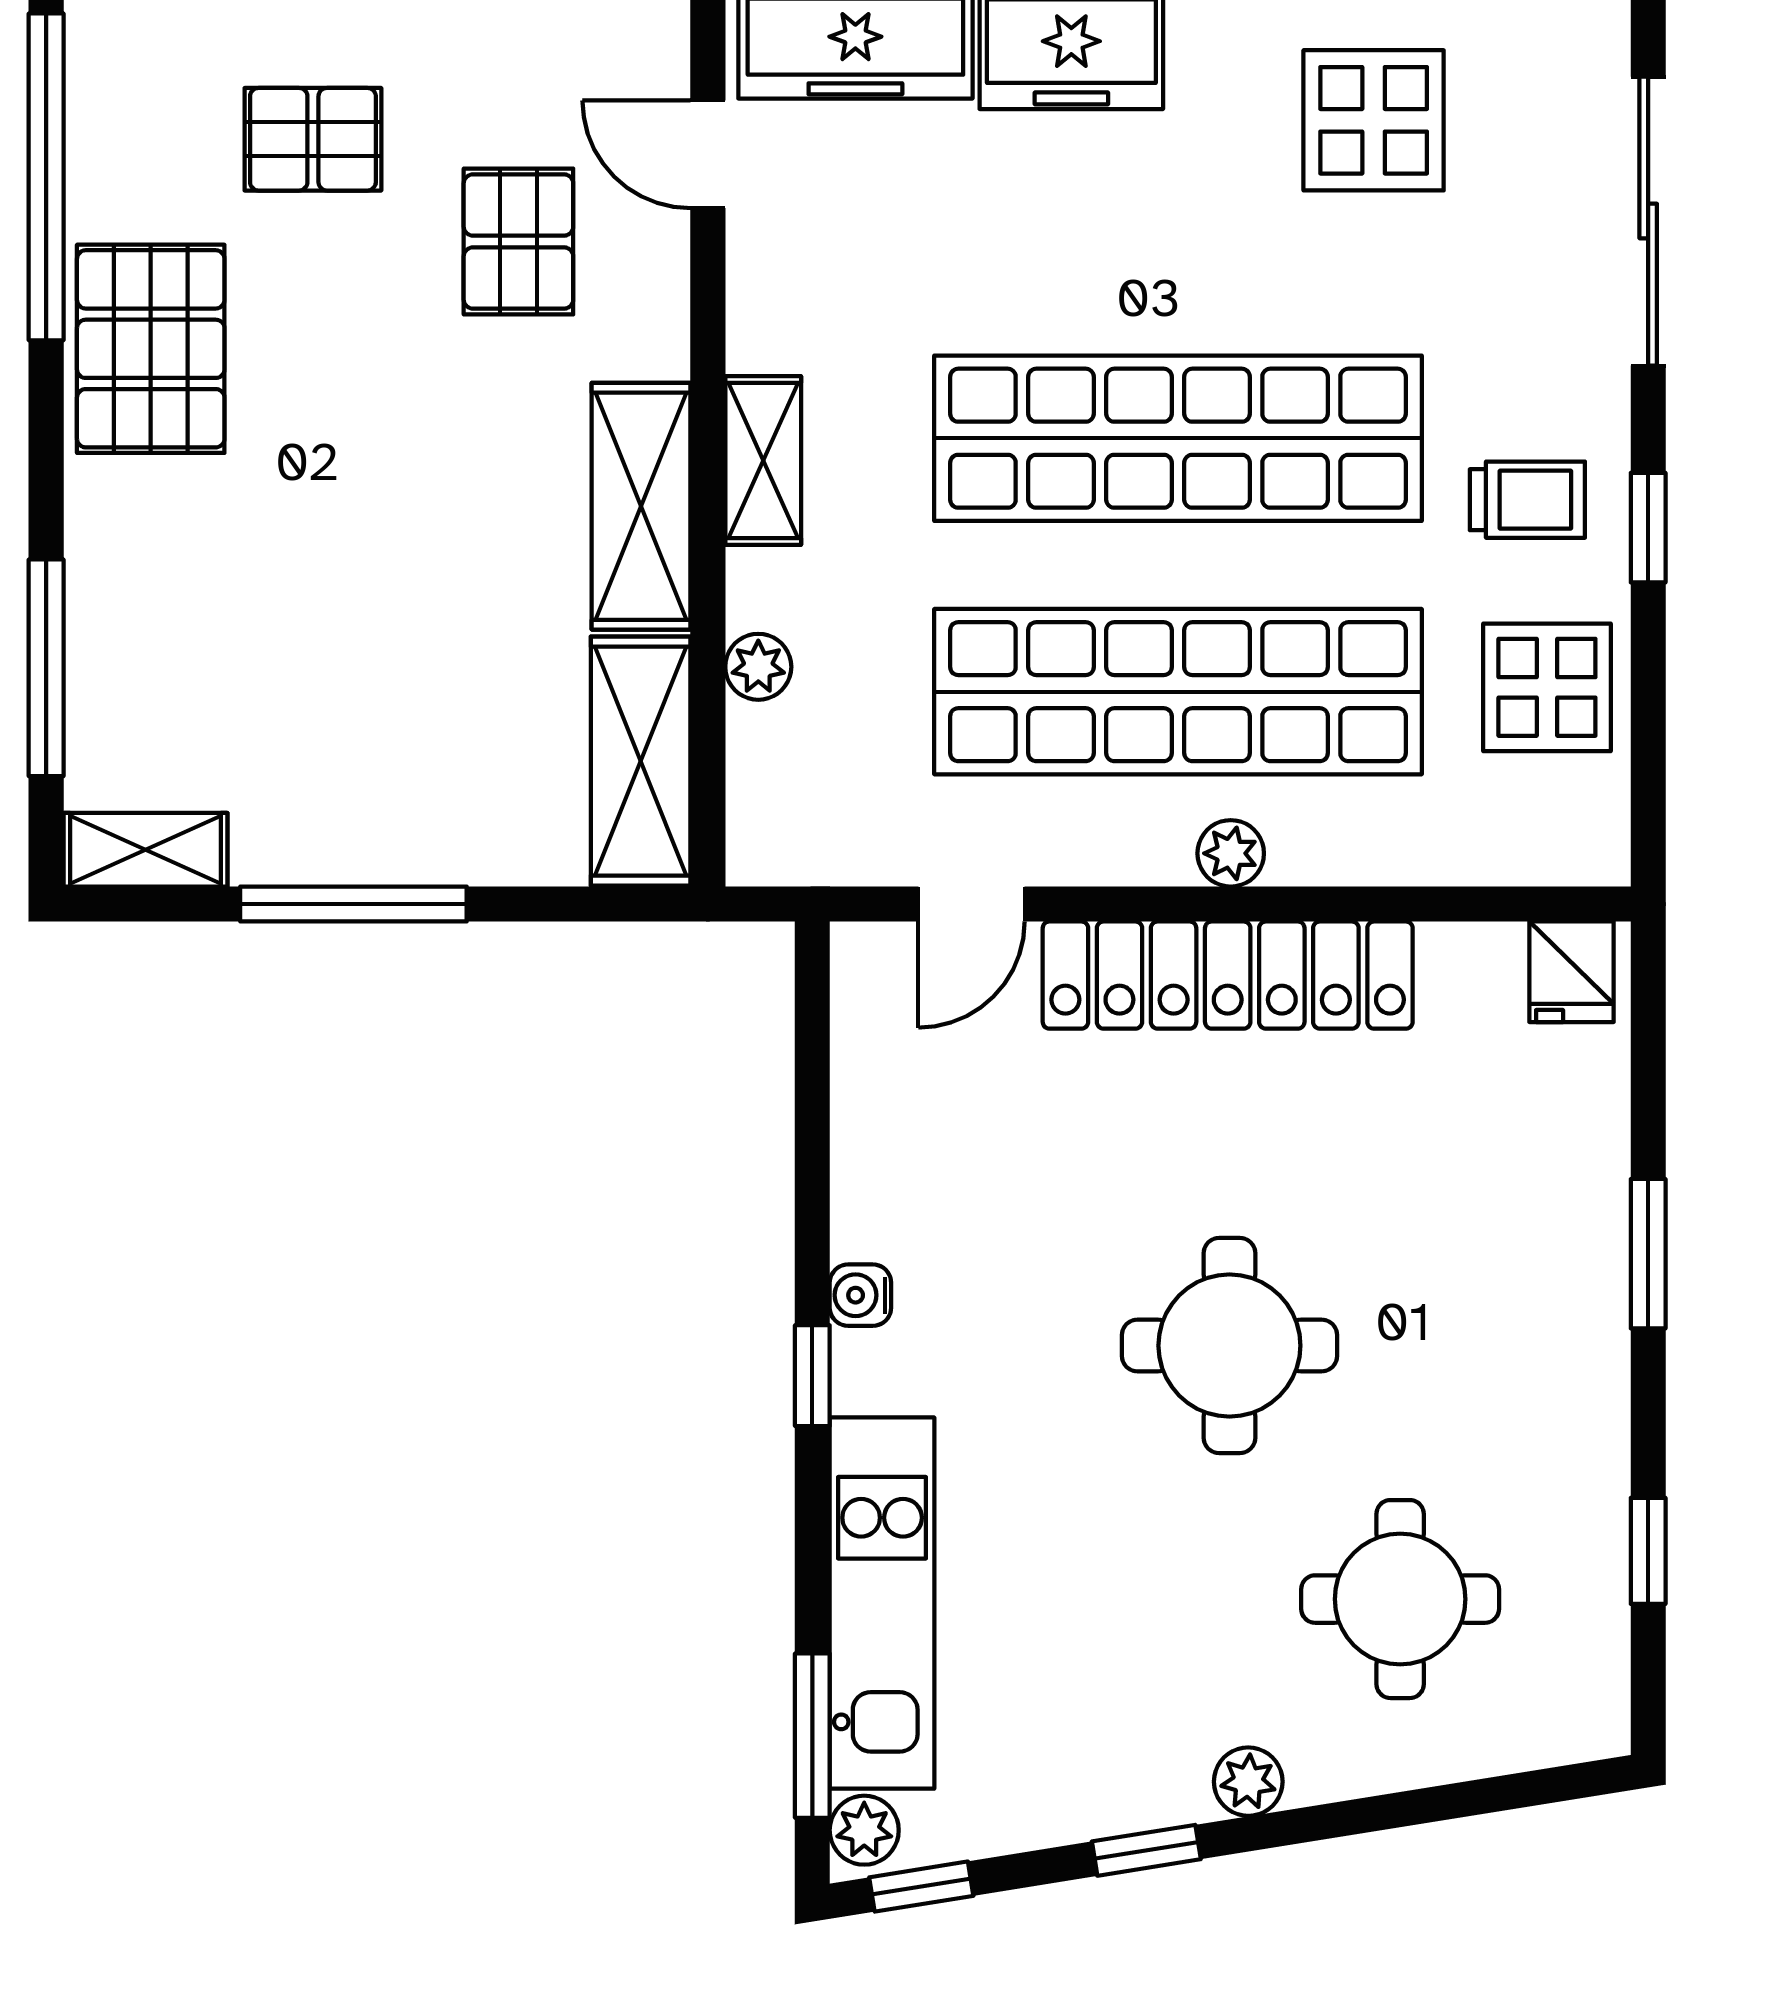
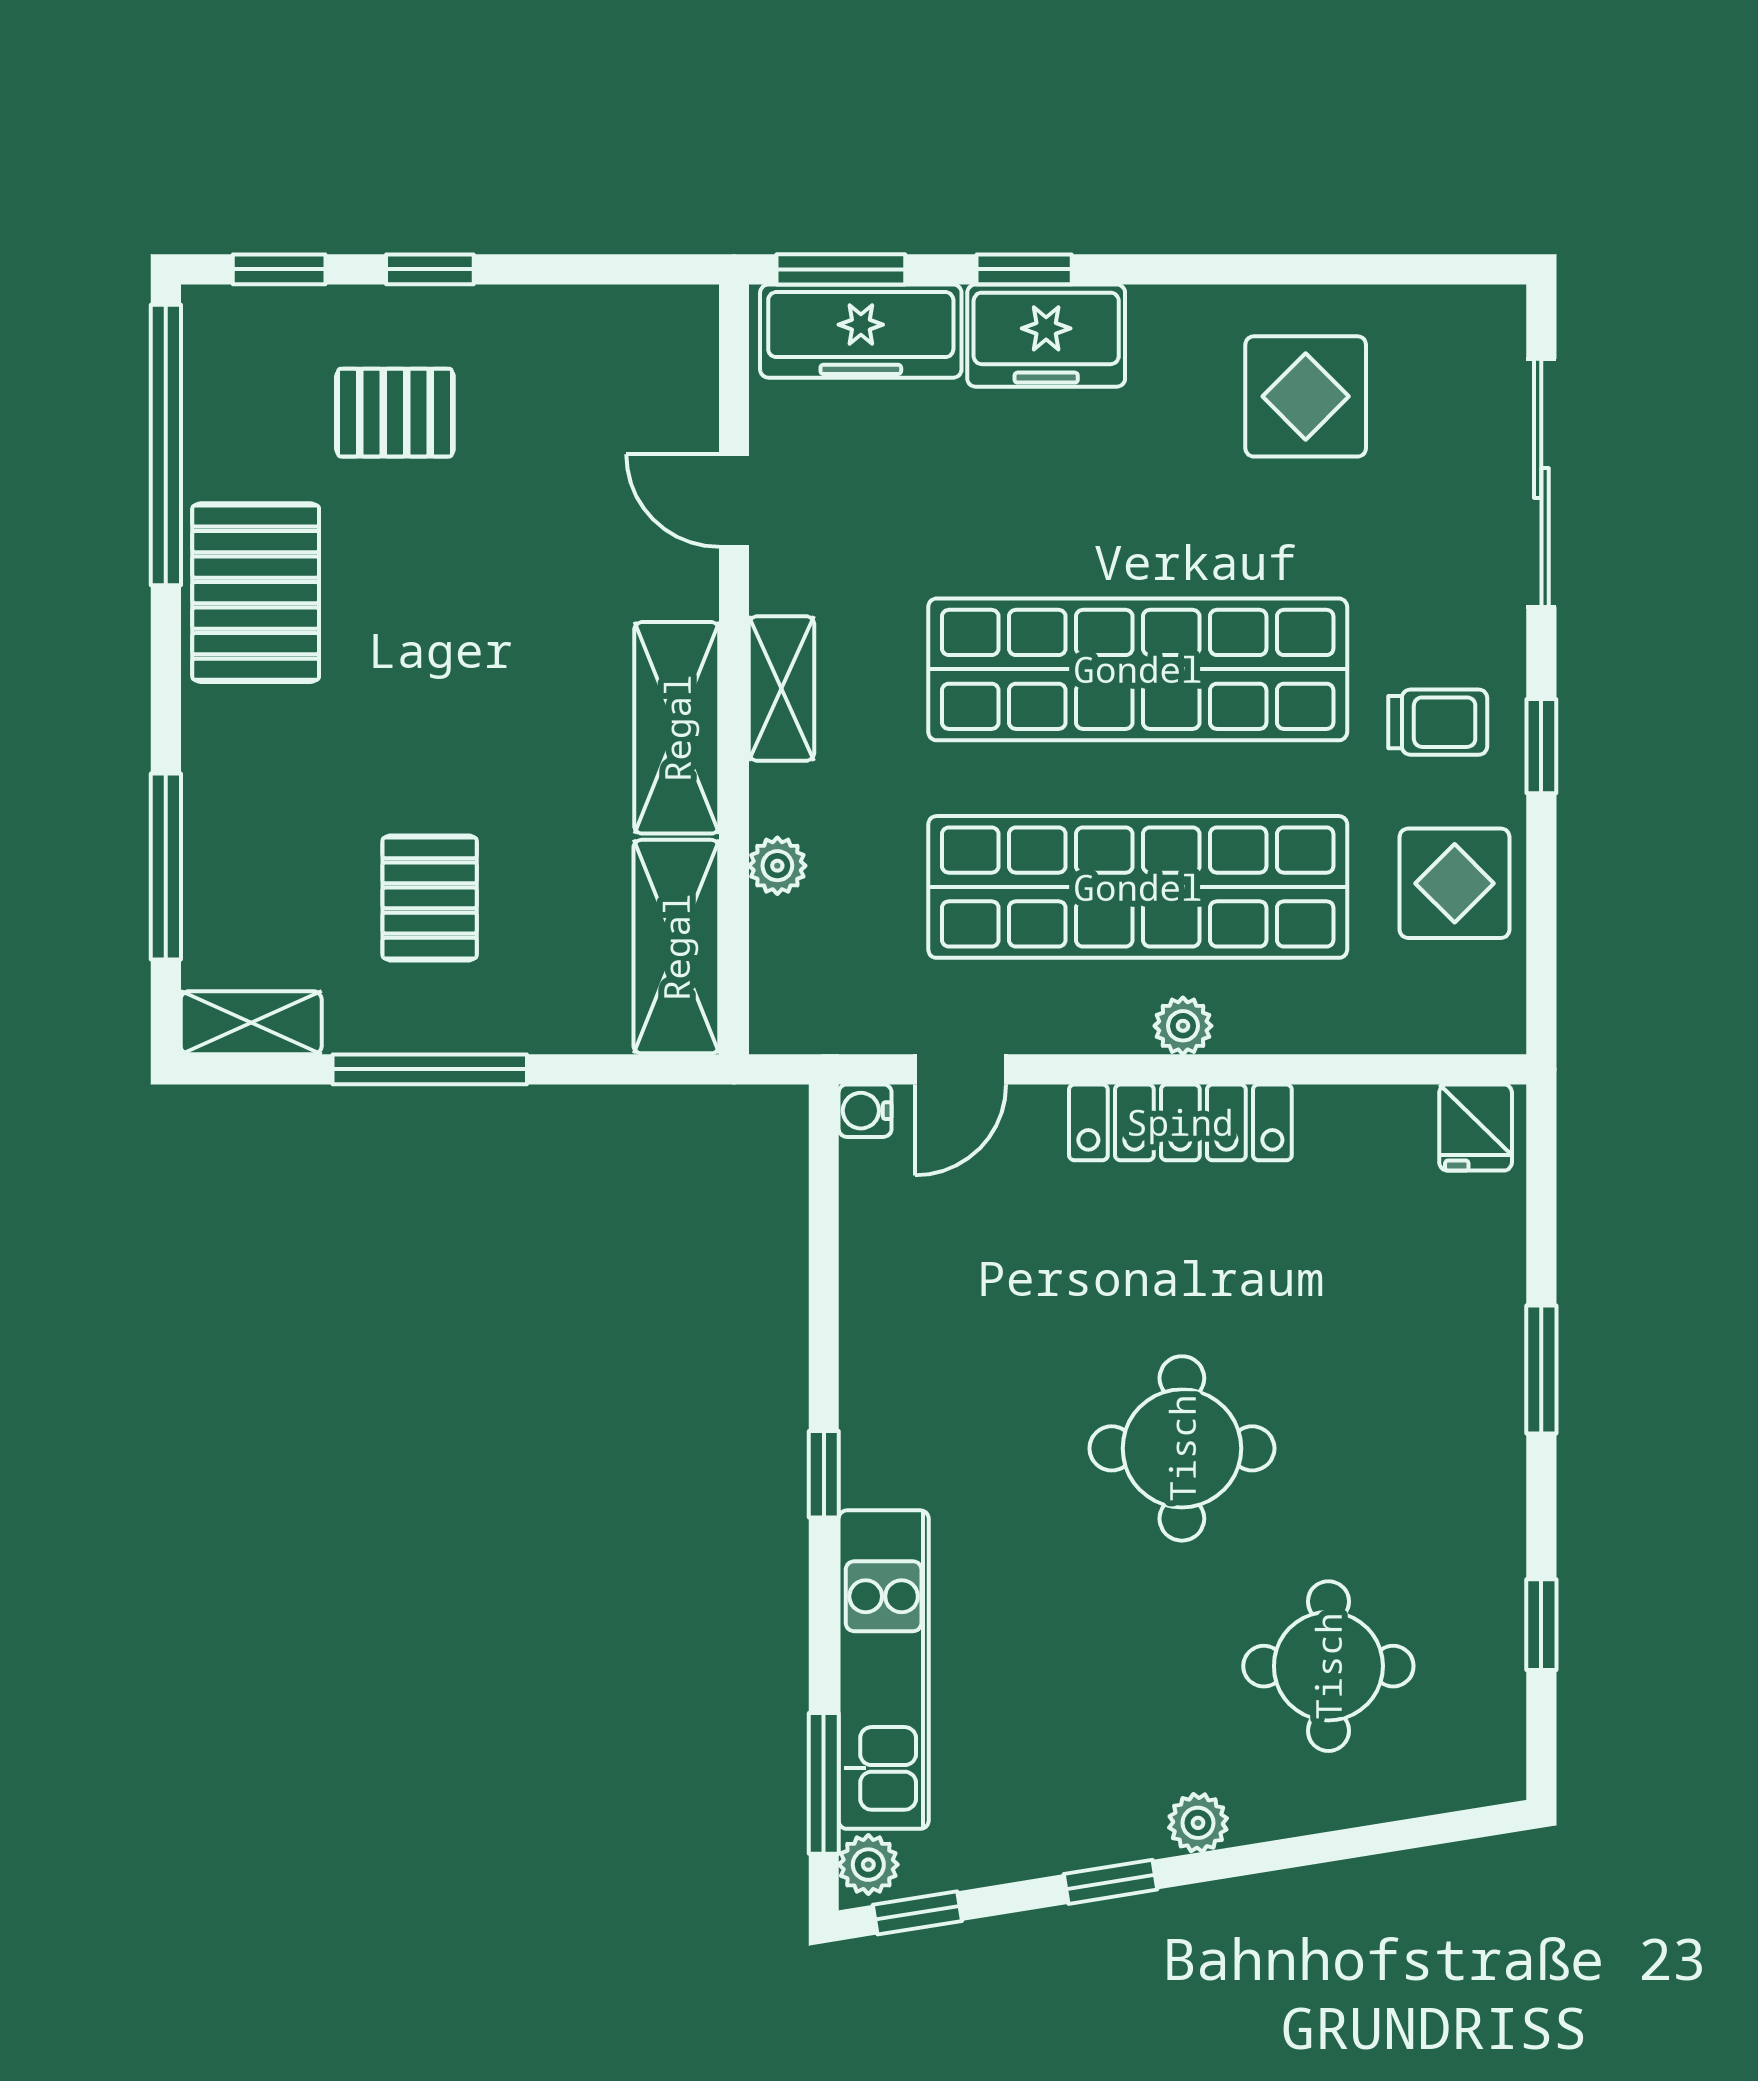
door: (708, 154) -> (734, 501), moved
pallet: (518, 241) -> (430, 898), moved
locker: (1228, 975) -> (1180, 1122), width x0.71, depth x0.83
water cooler: (860, 1295) -> (865, 1111), moved

